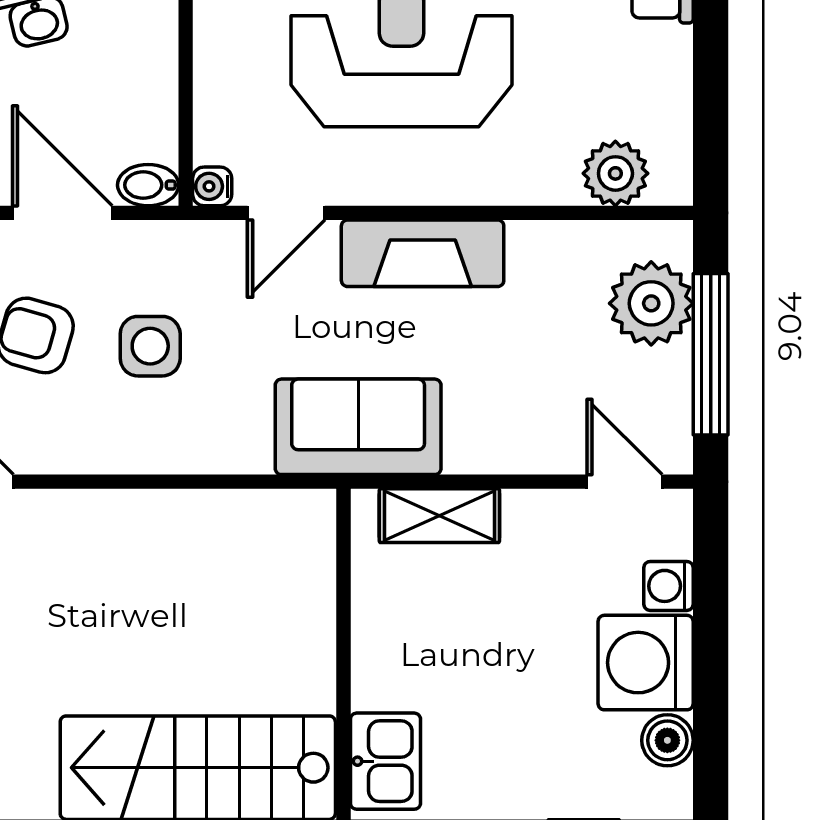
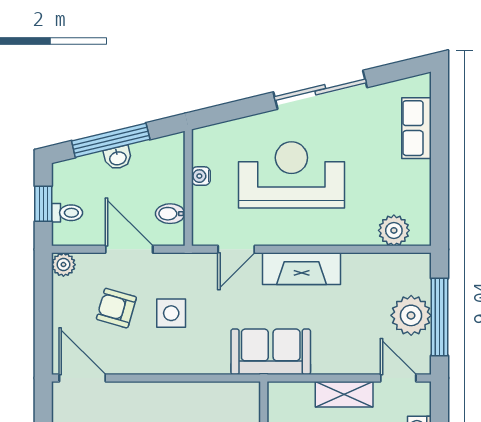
bidet: (148, 185) -> (170, 214), moved
water cooler: (212, 186) -> (201, 176), moved
plant: (651, 303) -> (411, 315), moved
shelving: (439, 516) -> (344, 394), moved

